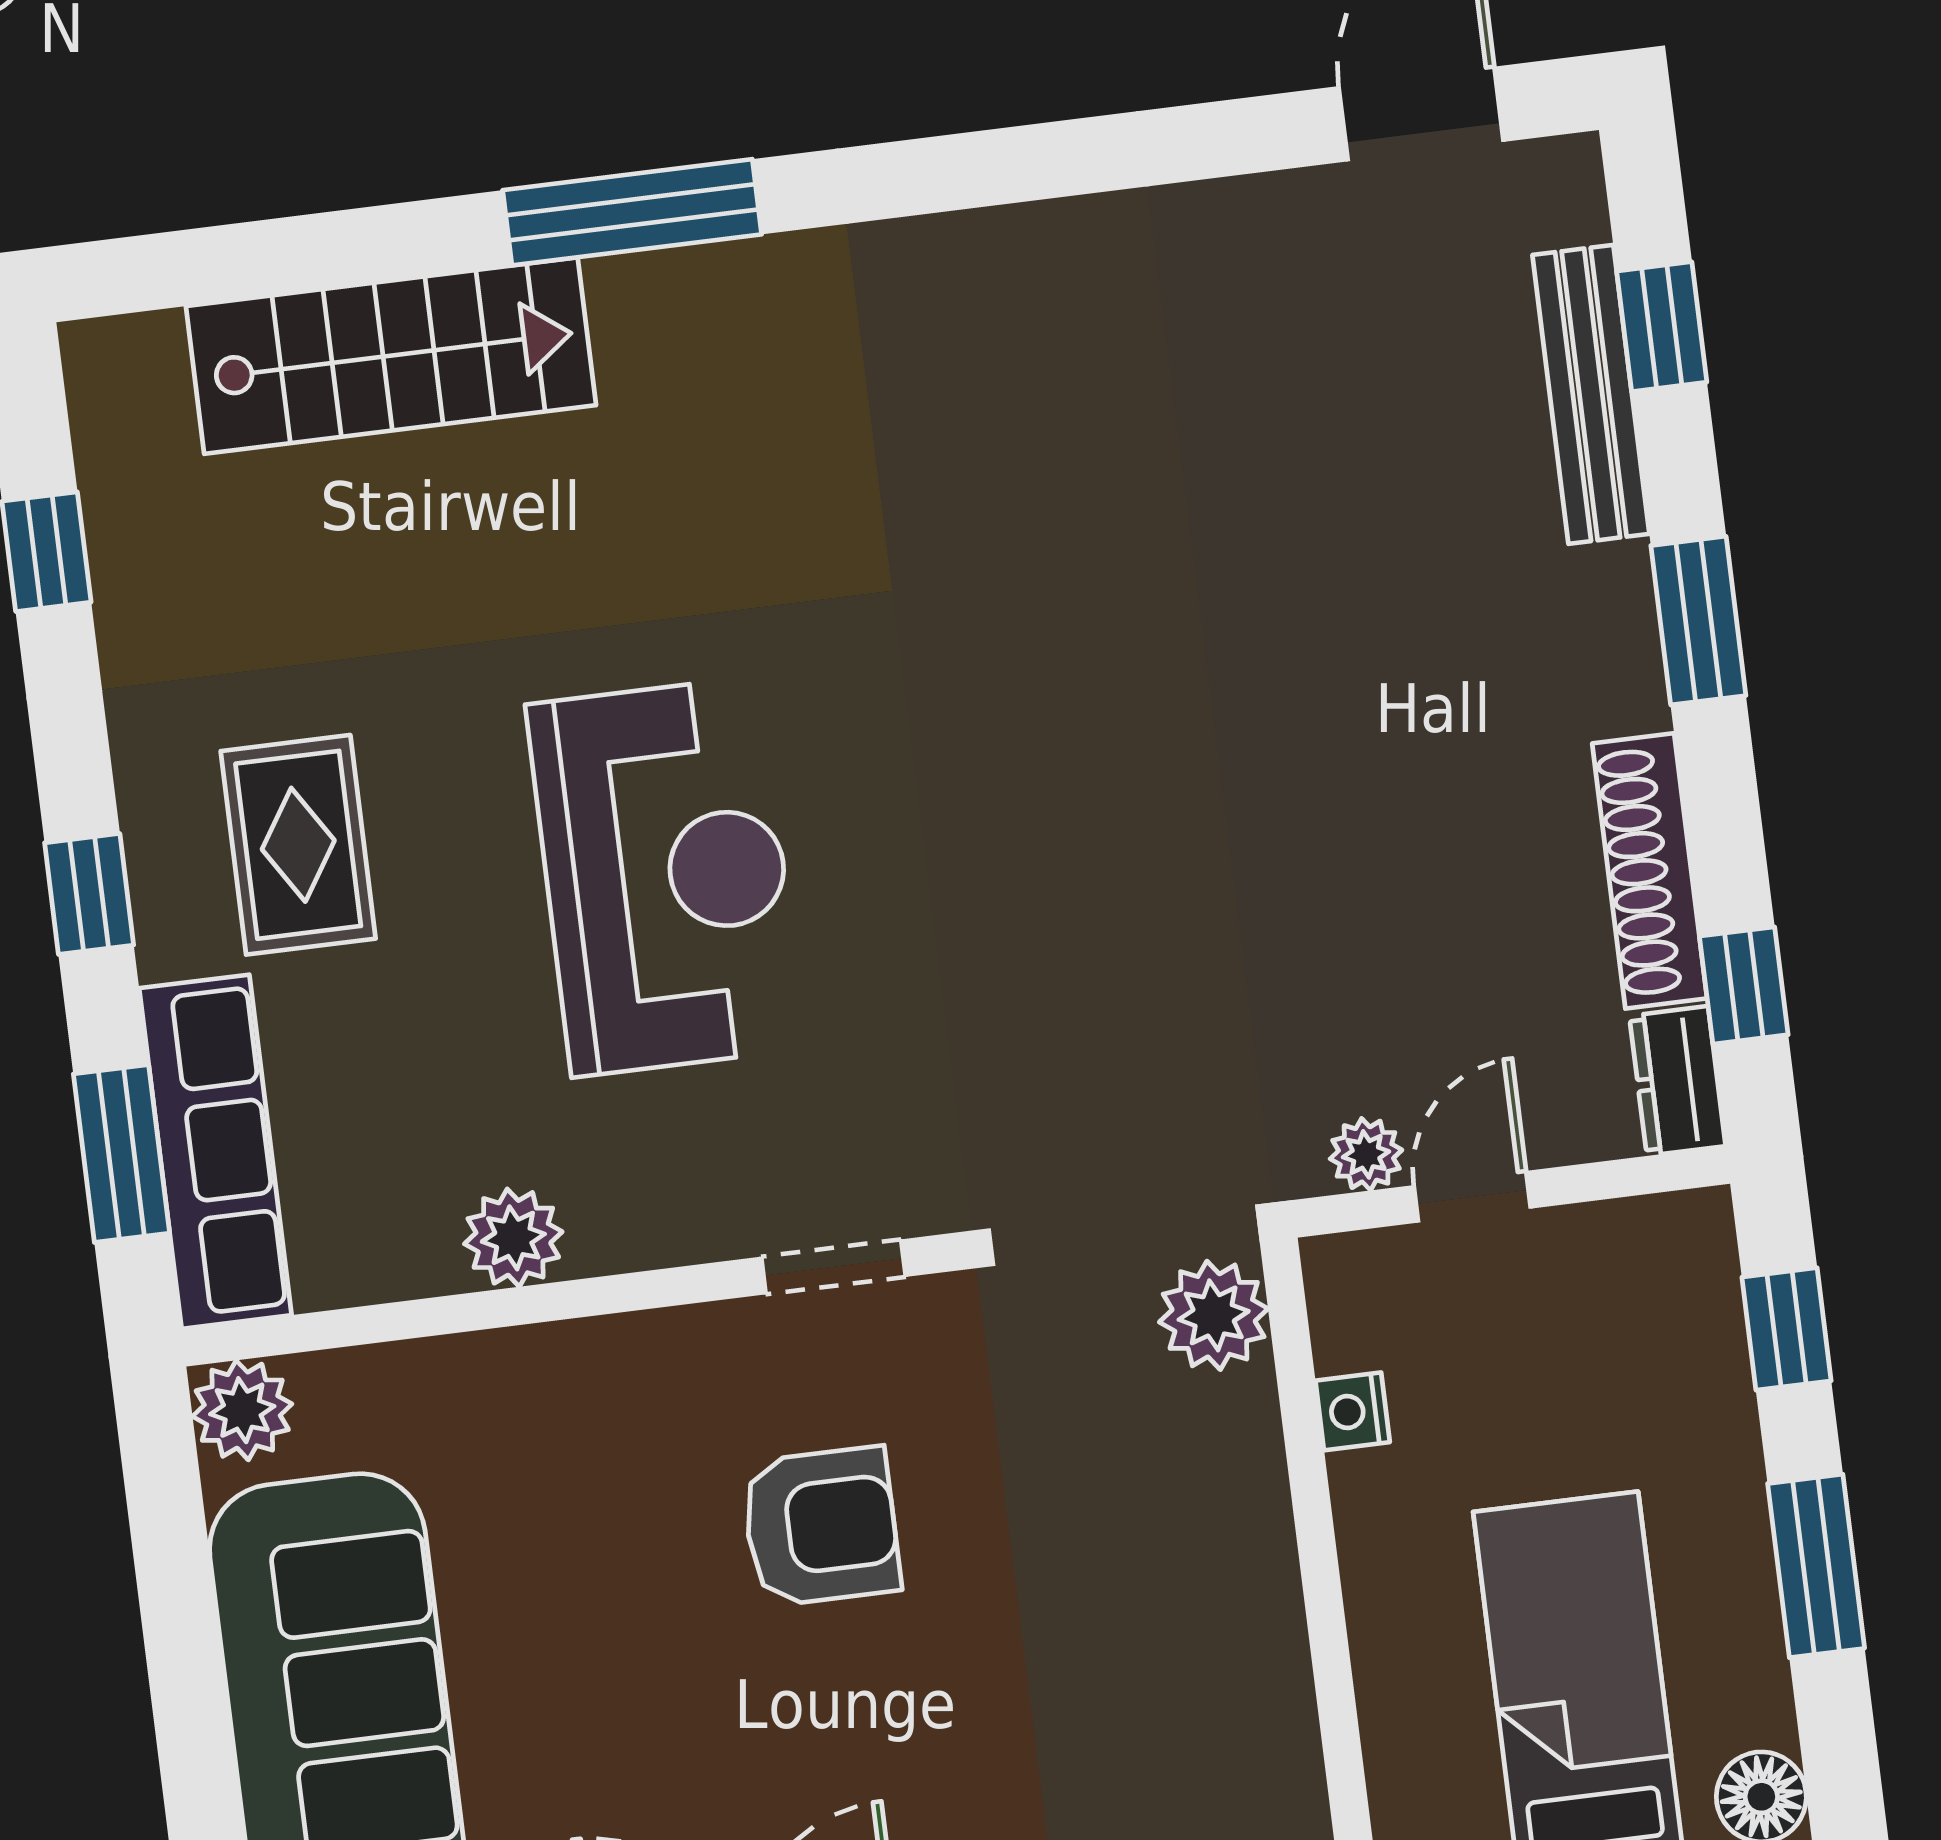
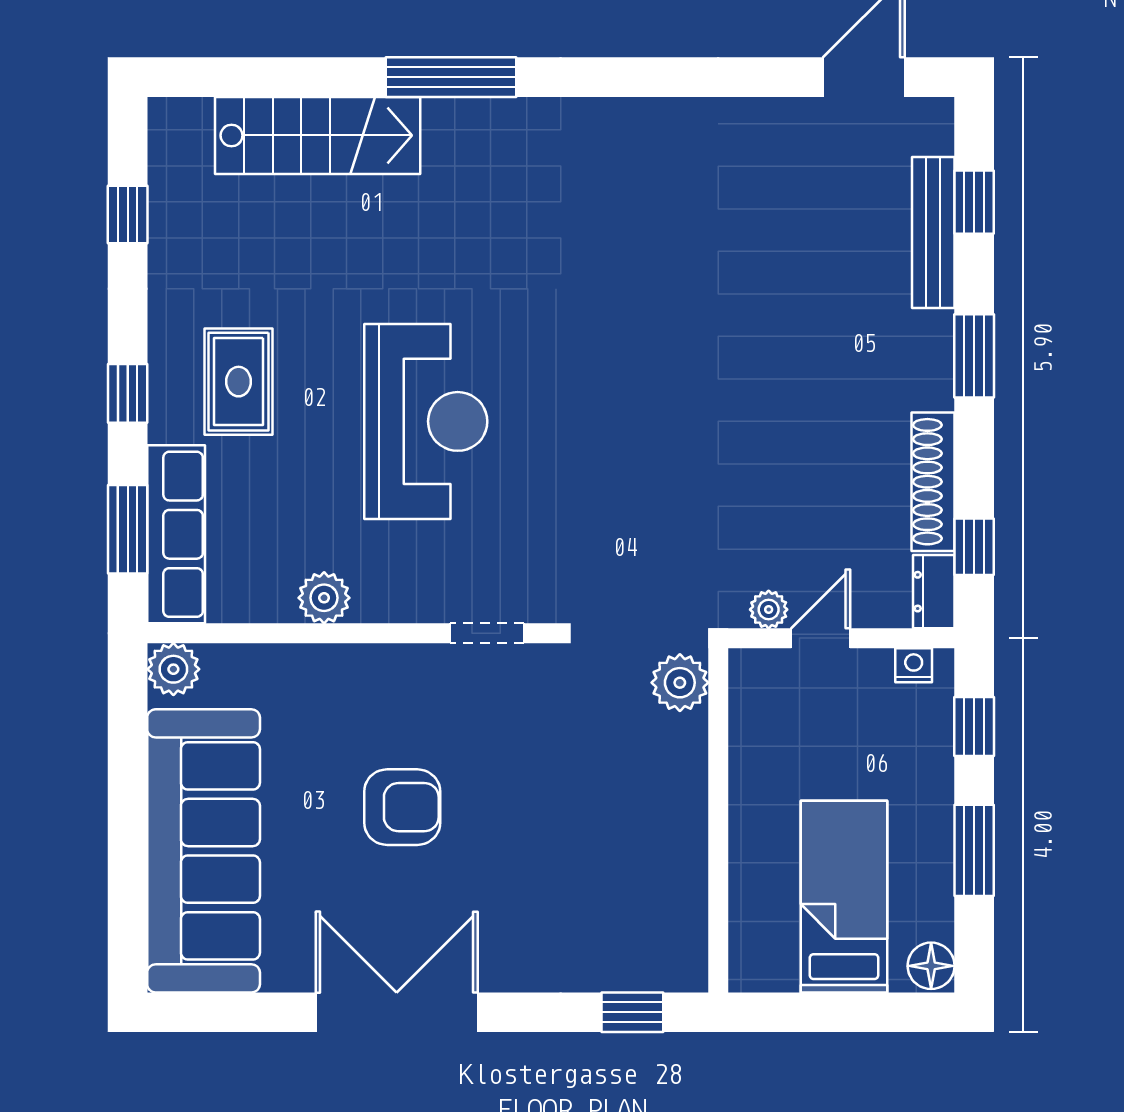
nightstand: (1353, 1411) -> (914, 665), moved, turned 90
armchair: (821, 1526) -> (402, 807), moved

